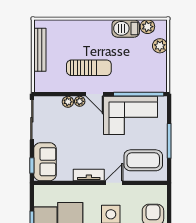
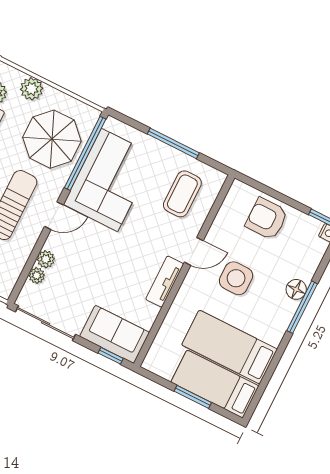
parasol: (137, 71) -> (52, 139), added
plant: (80, 101) -> (37, 276), moved
coffee table: (143, 160) -> (182, 194), width x0.73, depth x0.76
door: (114, 183) -> (194, 251), swing flipped

